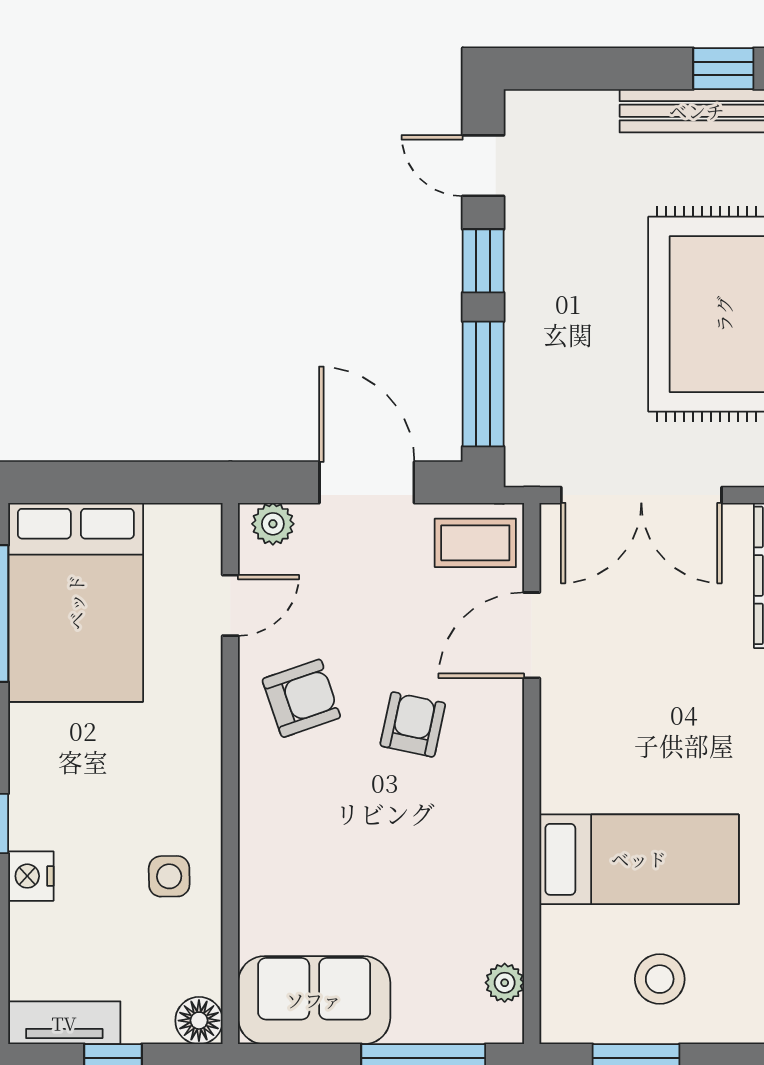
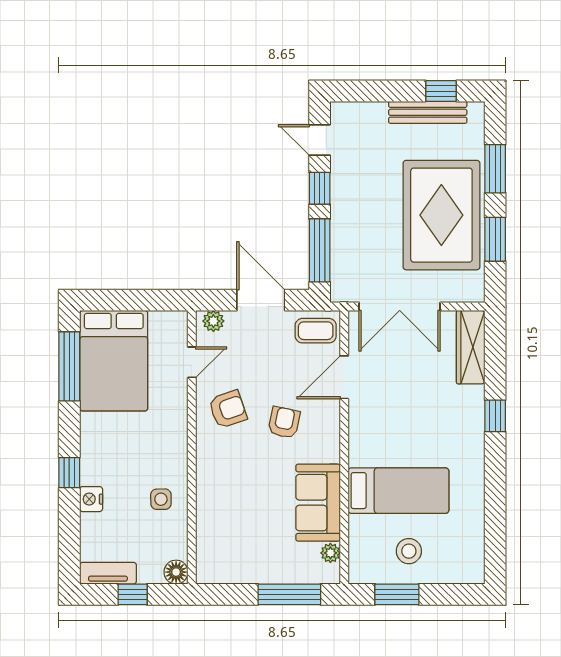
sofa: (314, 1000) -> (318, 503), moved, turned -90

